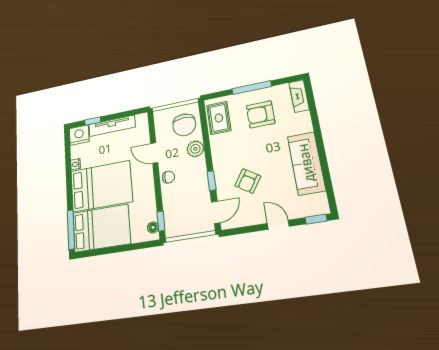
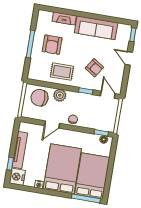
fireplace: (299, 96) -> (64, 18), moved
rug: (219, 118) -> (62, 72), moved
chair: (184, 125) -> (39, 98), turned 180
door: (278, 225) -> (129, 58), hinge flipped

